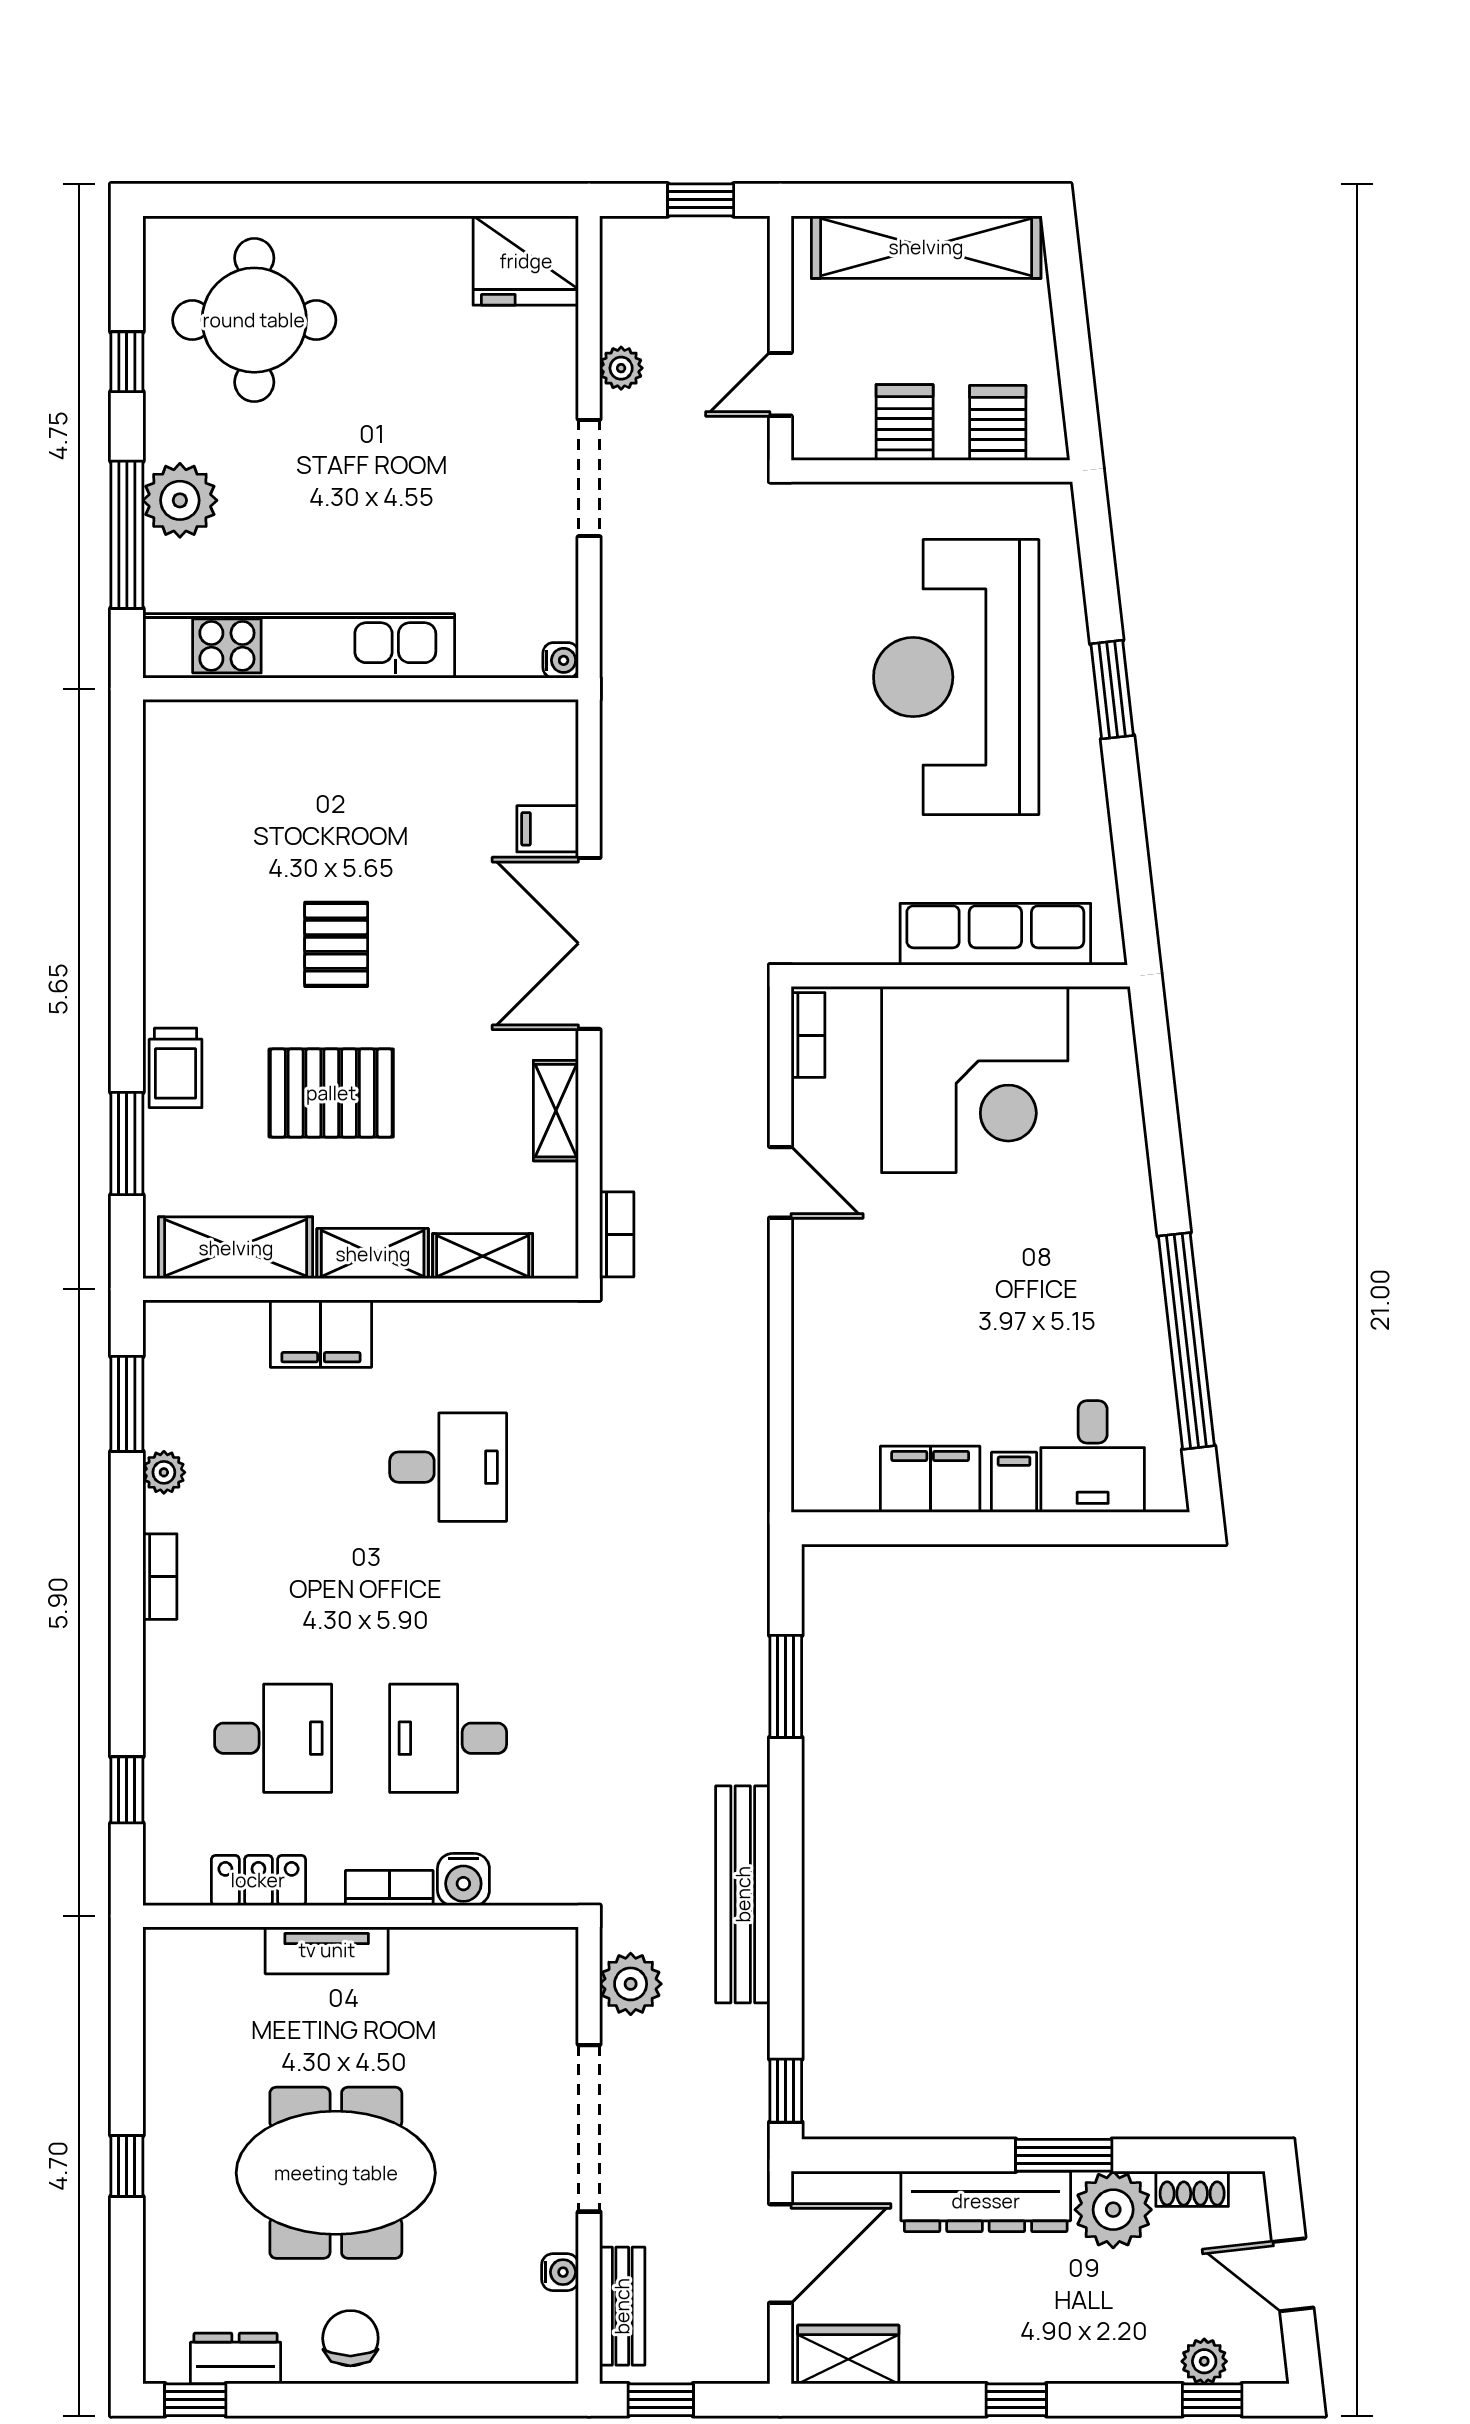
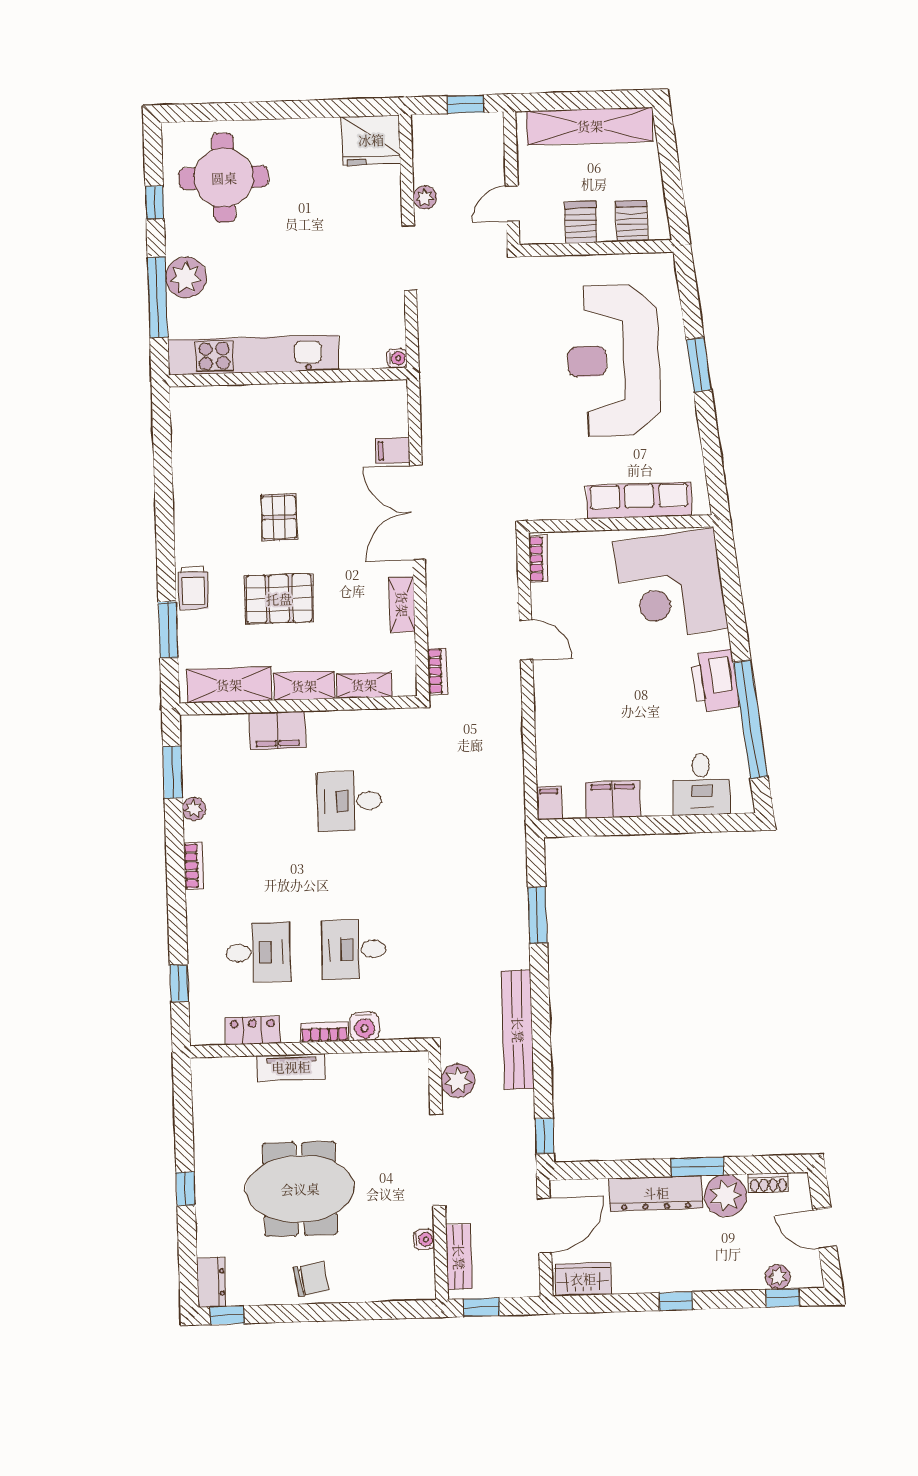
corner desk: (975, 1080) -> (671, 585), moved, turned 83
printer: (1123, 1268) -> (715, 681), added
desk: (448, 1467) -> (349, 801), turned 180
filing cabinet: (1014, 1482) -> (549, 803), moved
chair: (350, 2338) -> (311, 1279), turned 80
dresser: (236, 2358) -> (211, 1282), moved, turned 90

